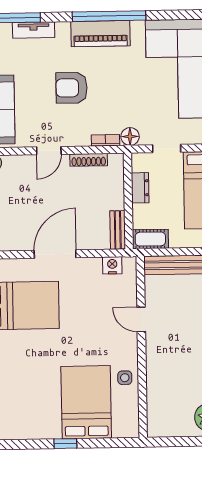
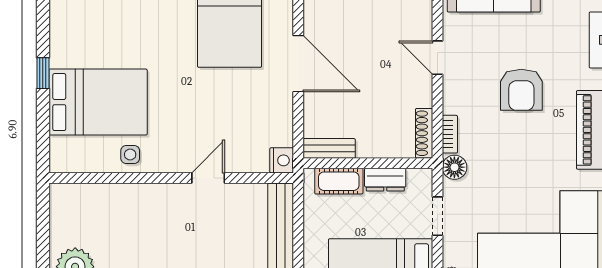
armchair: (72, 88) -> (521, 90), turned 180
shoe rack: (89, 160) -> (424, 133), moved
cot: (150, 239) -> (339, 181), moved, turned 90
nightstand: (112, 265) -> (282, 160), moved

